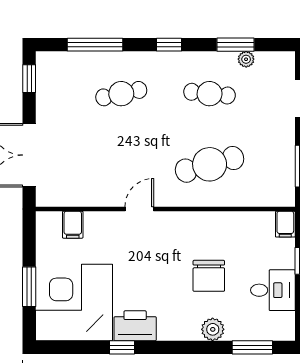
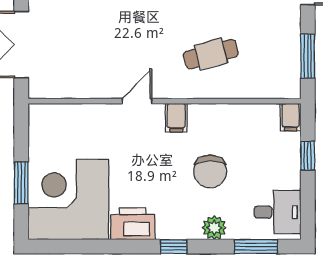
cafe table: (210, 164) -> (211, 54), width x0.73, depth x0.74
filing cabinet: (73, 225) -> (176, 118), moved
desk: (273, 290) -> (278, 212), moved
window: (122, 347) -> (174, 247), moved

